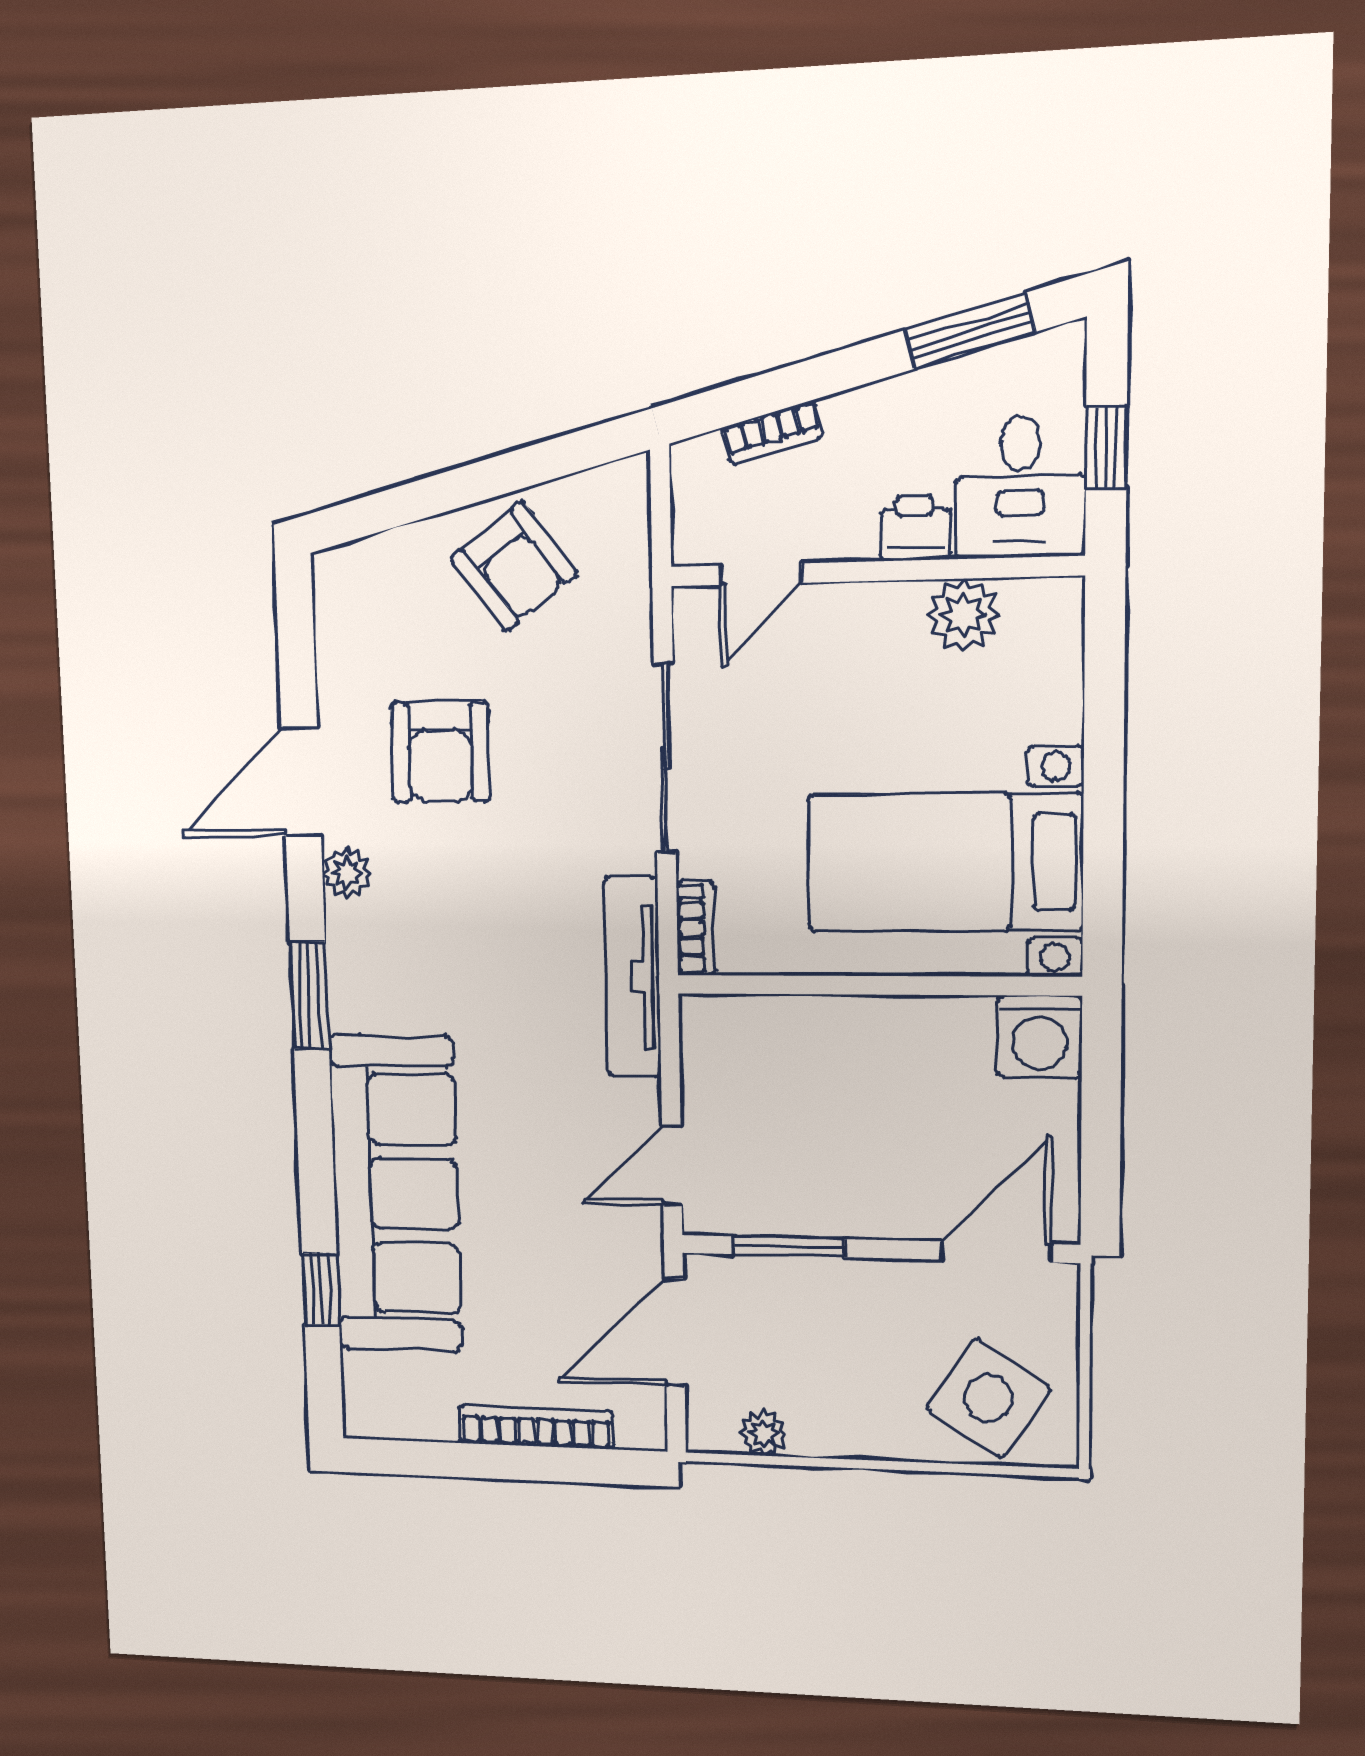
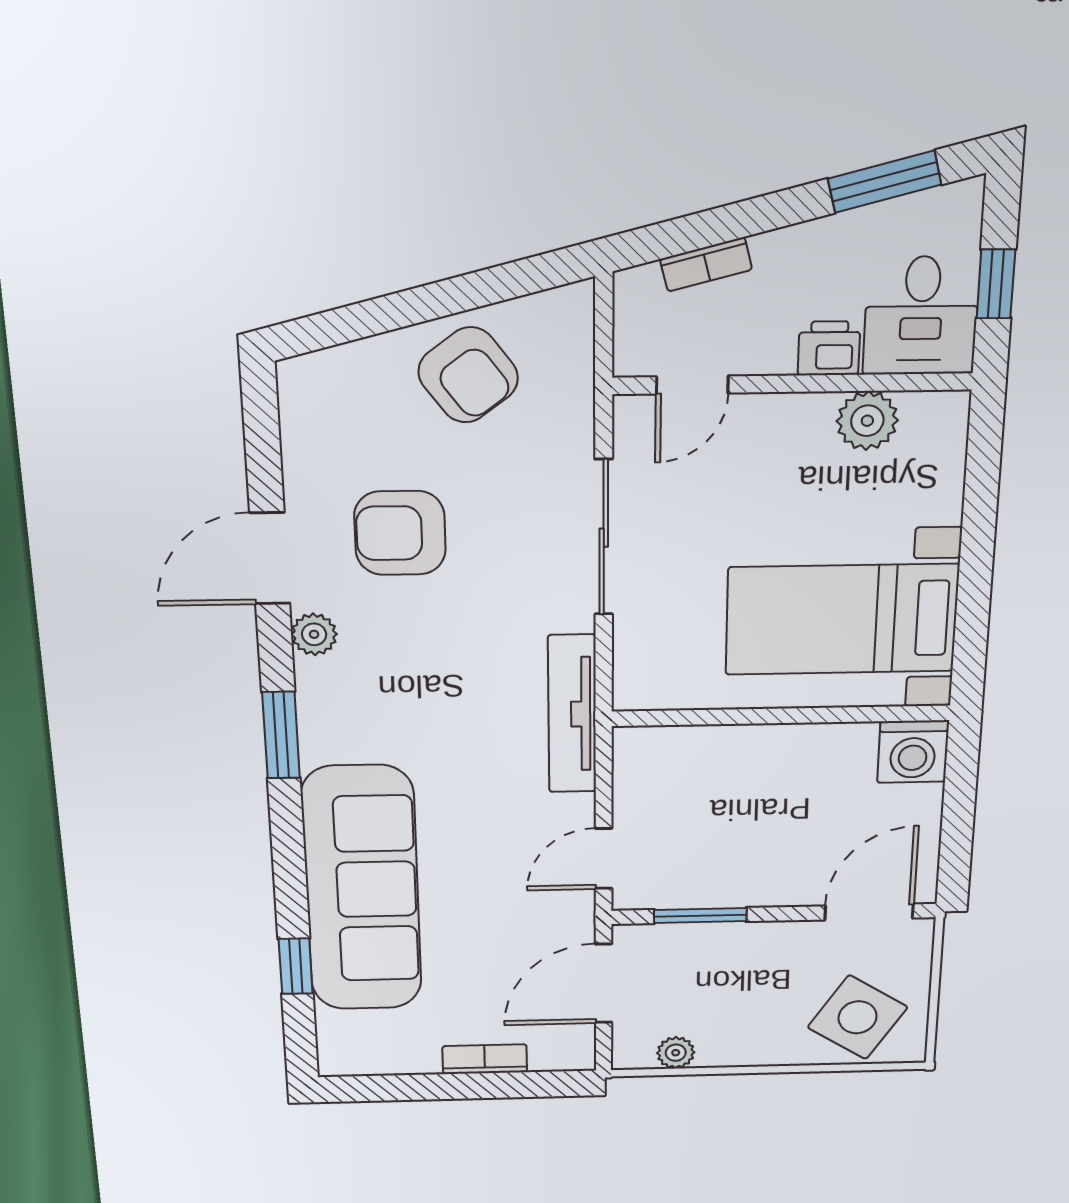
armchair: (440, 752) -> (400, 533), turned 90
bookcase: (696, 928) -> (628, 674), removed
bookcase: (535, 1427) -> (485, 1059), width x0.64

